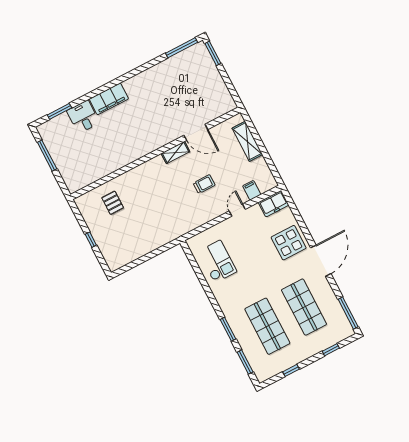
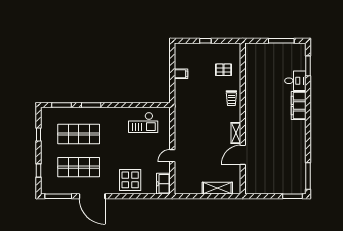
trolley: (204, 184) -> (231, 98), moved
filing cabinet: (252, 190) -> (181, 74), moved
door: (237, 210) -> (172, 156), swing flipped
door: (321, 261) -> (92, 196), moved

